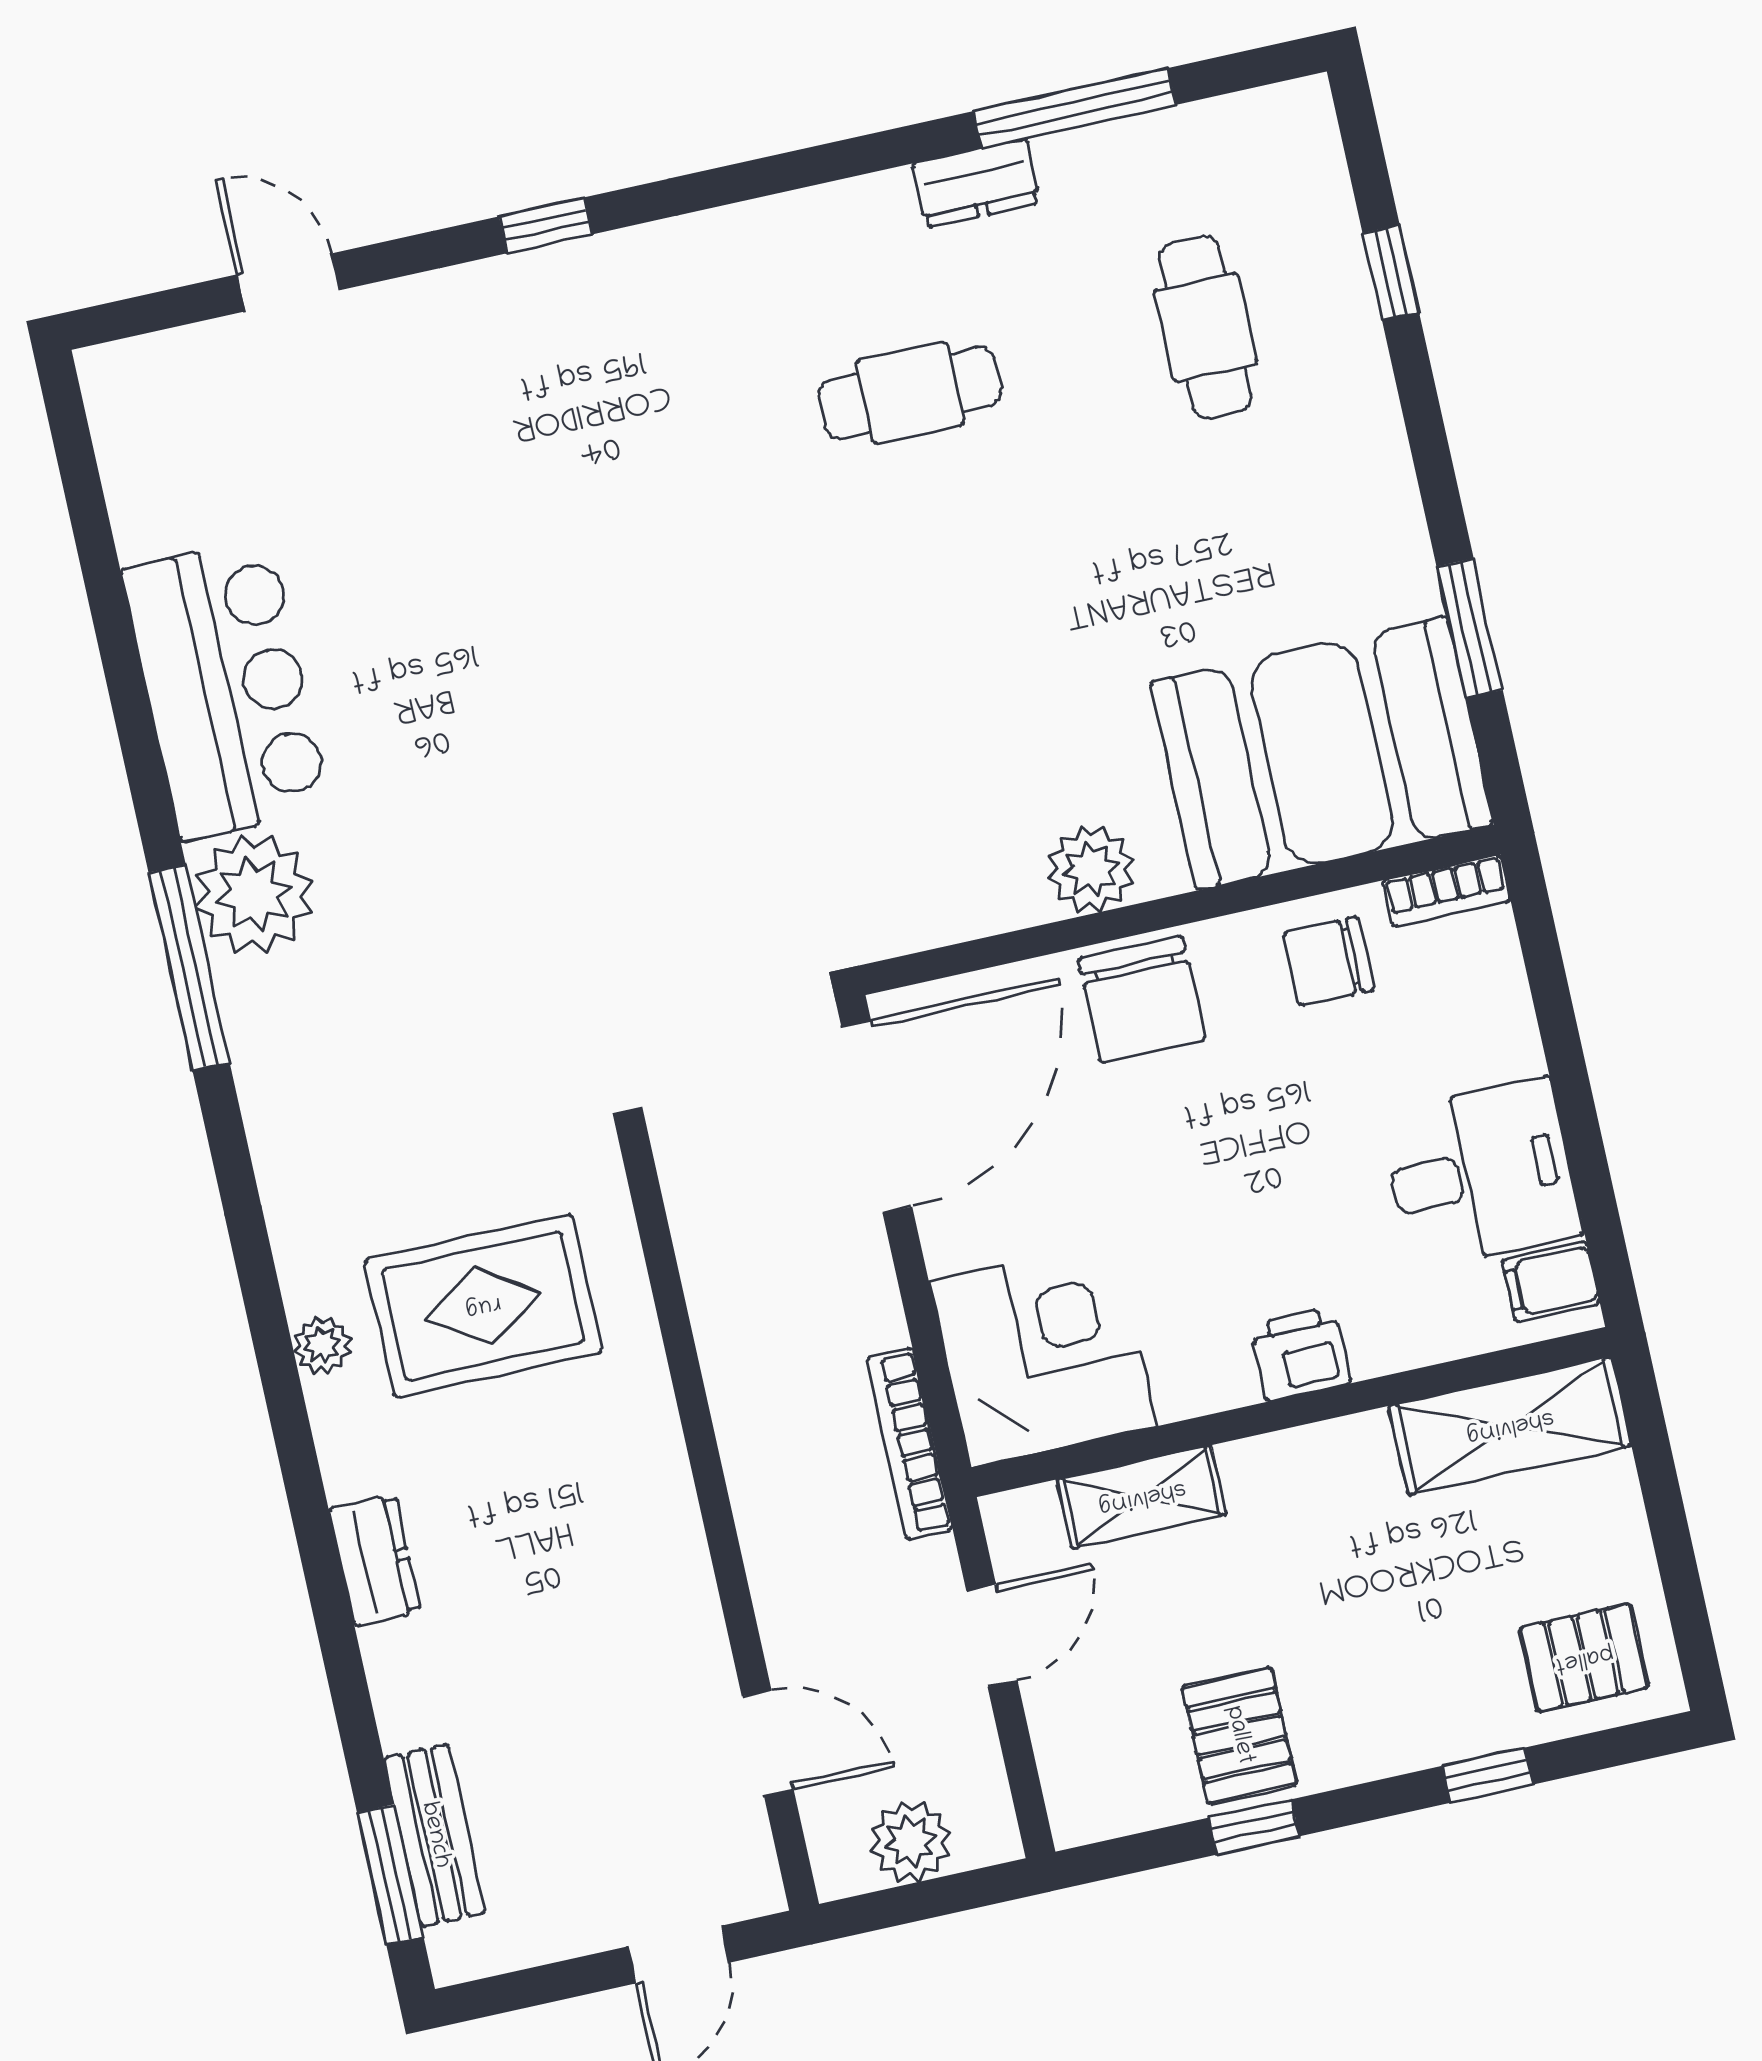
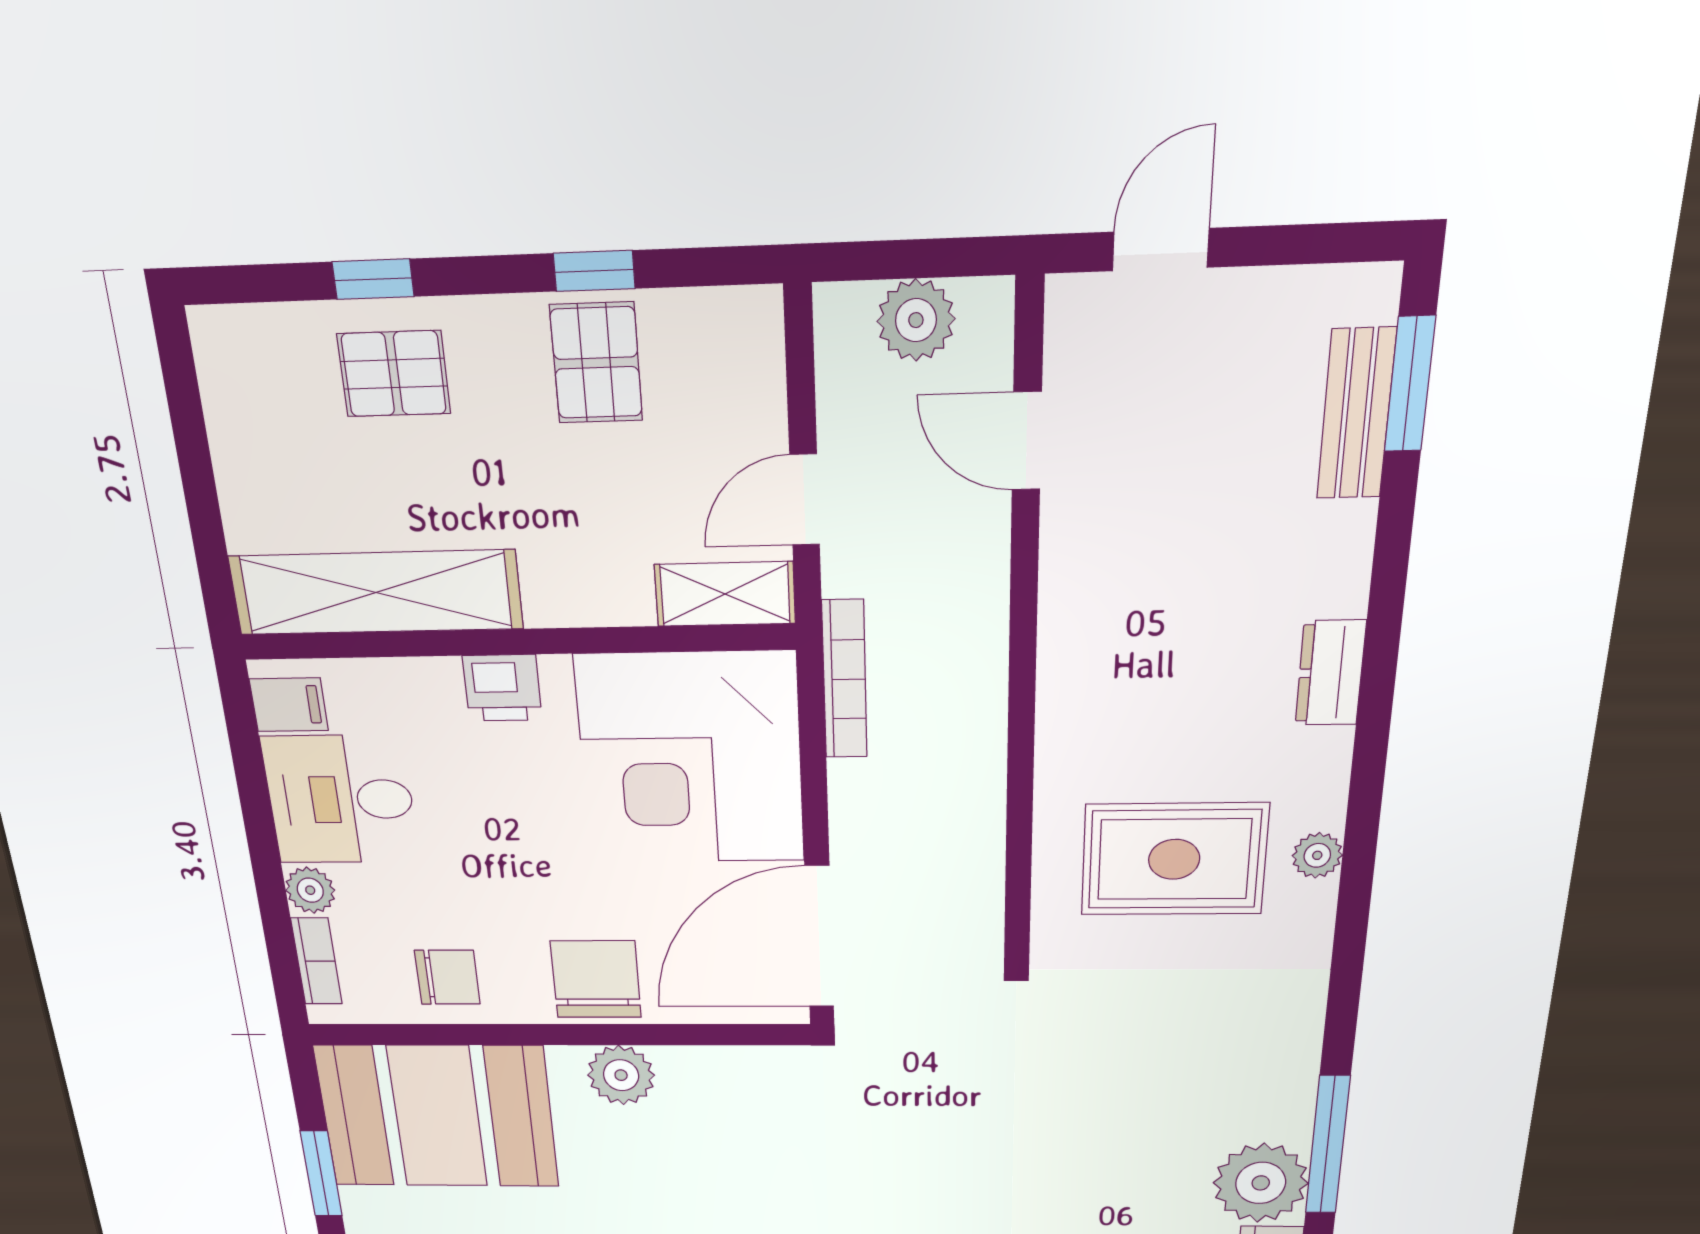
bookcase: (1446, 891) -> (317, 961), moved, turned 90
plant: (1510, 1045) -> (310, 890), added
corner desk: (1043, 1354) -> (691, 759), width x1.36, depth x1.36
shelving: (1510, 1426) -> (376, 592), width x1.47
shelving: (1142, 1497) -> (725, 594), moved
pallet: (1584, 1658) -> (394, 374), moved

